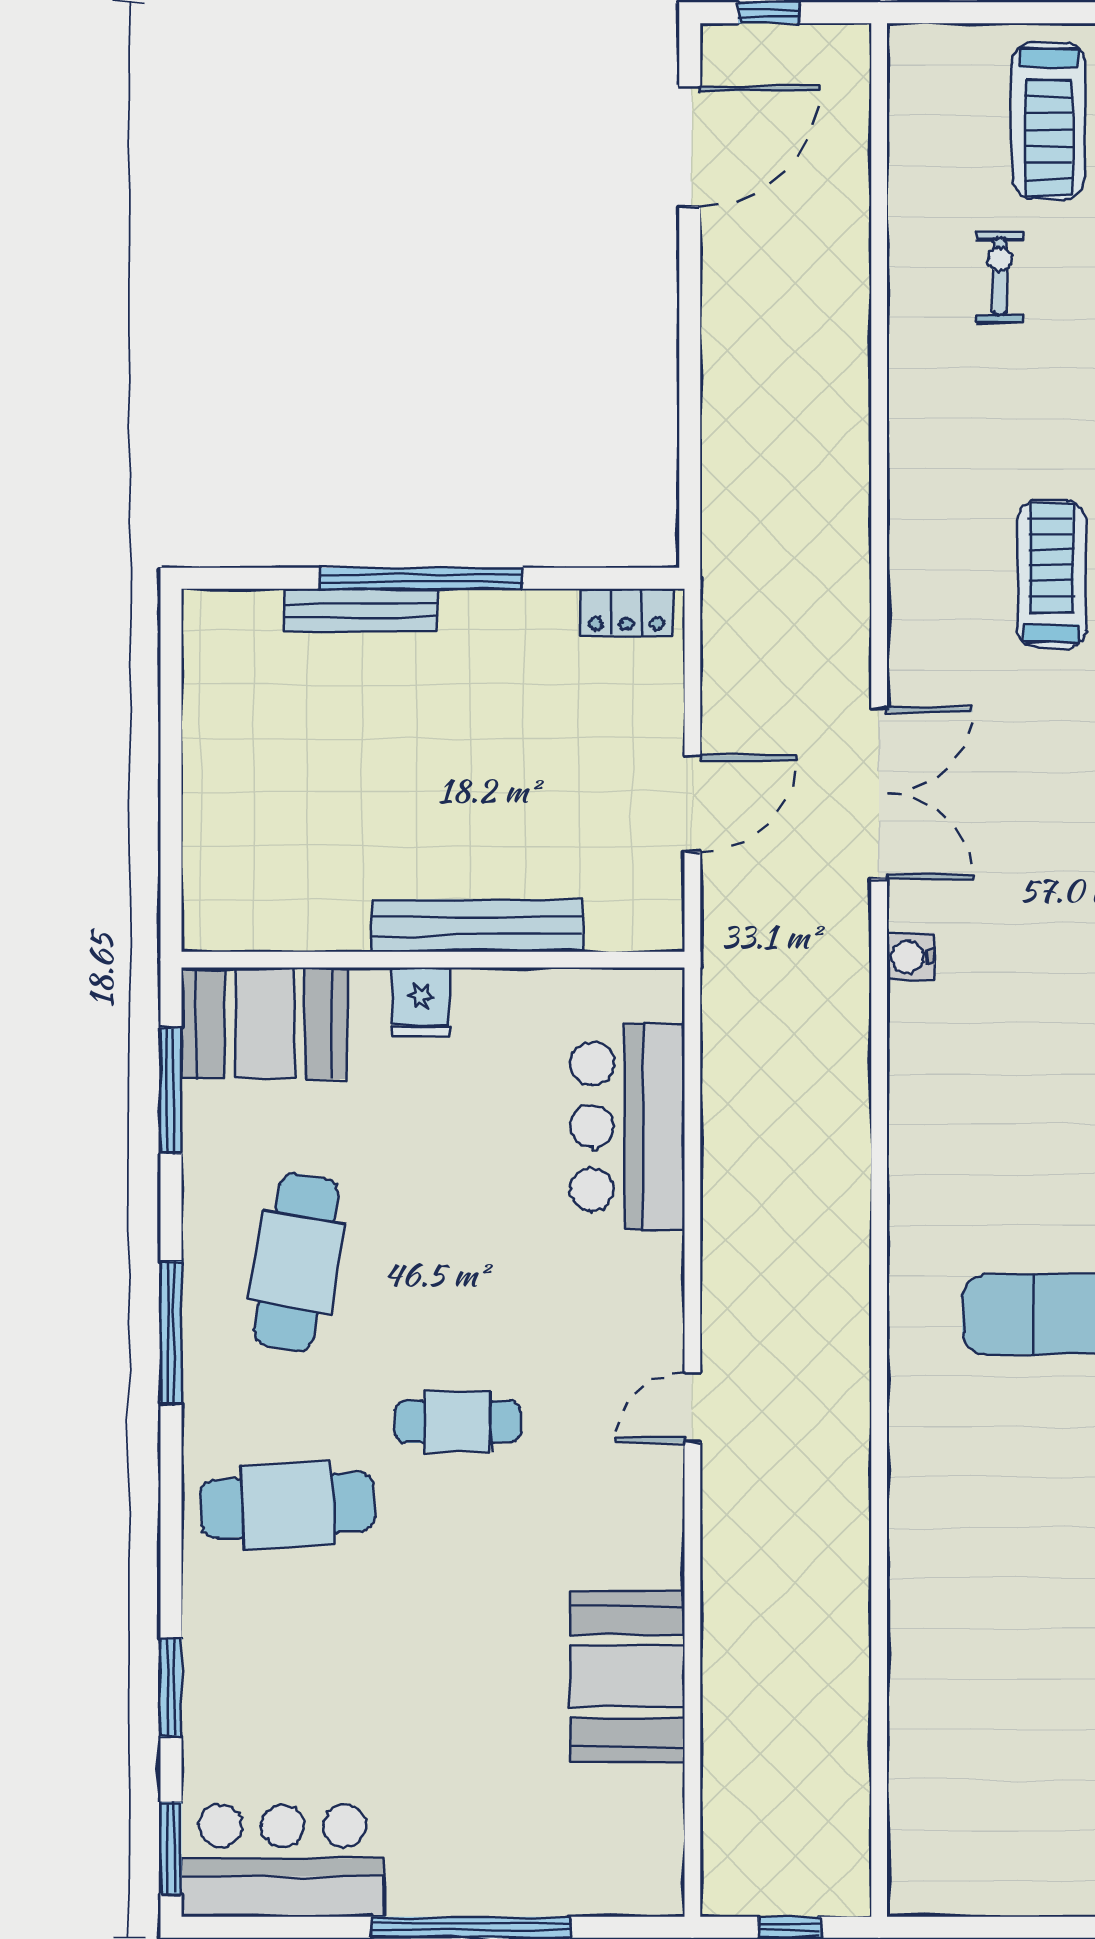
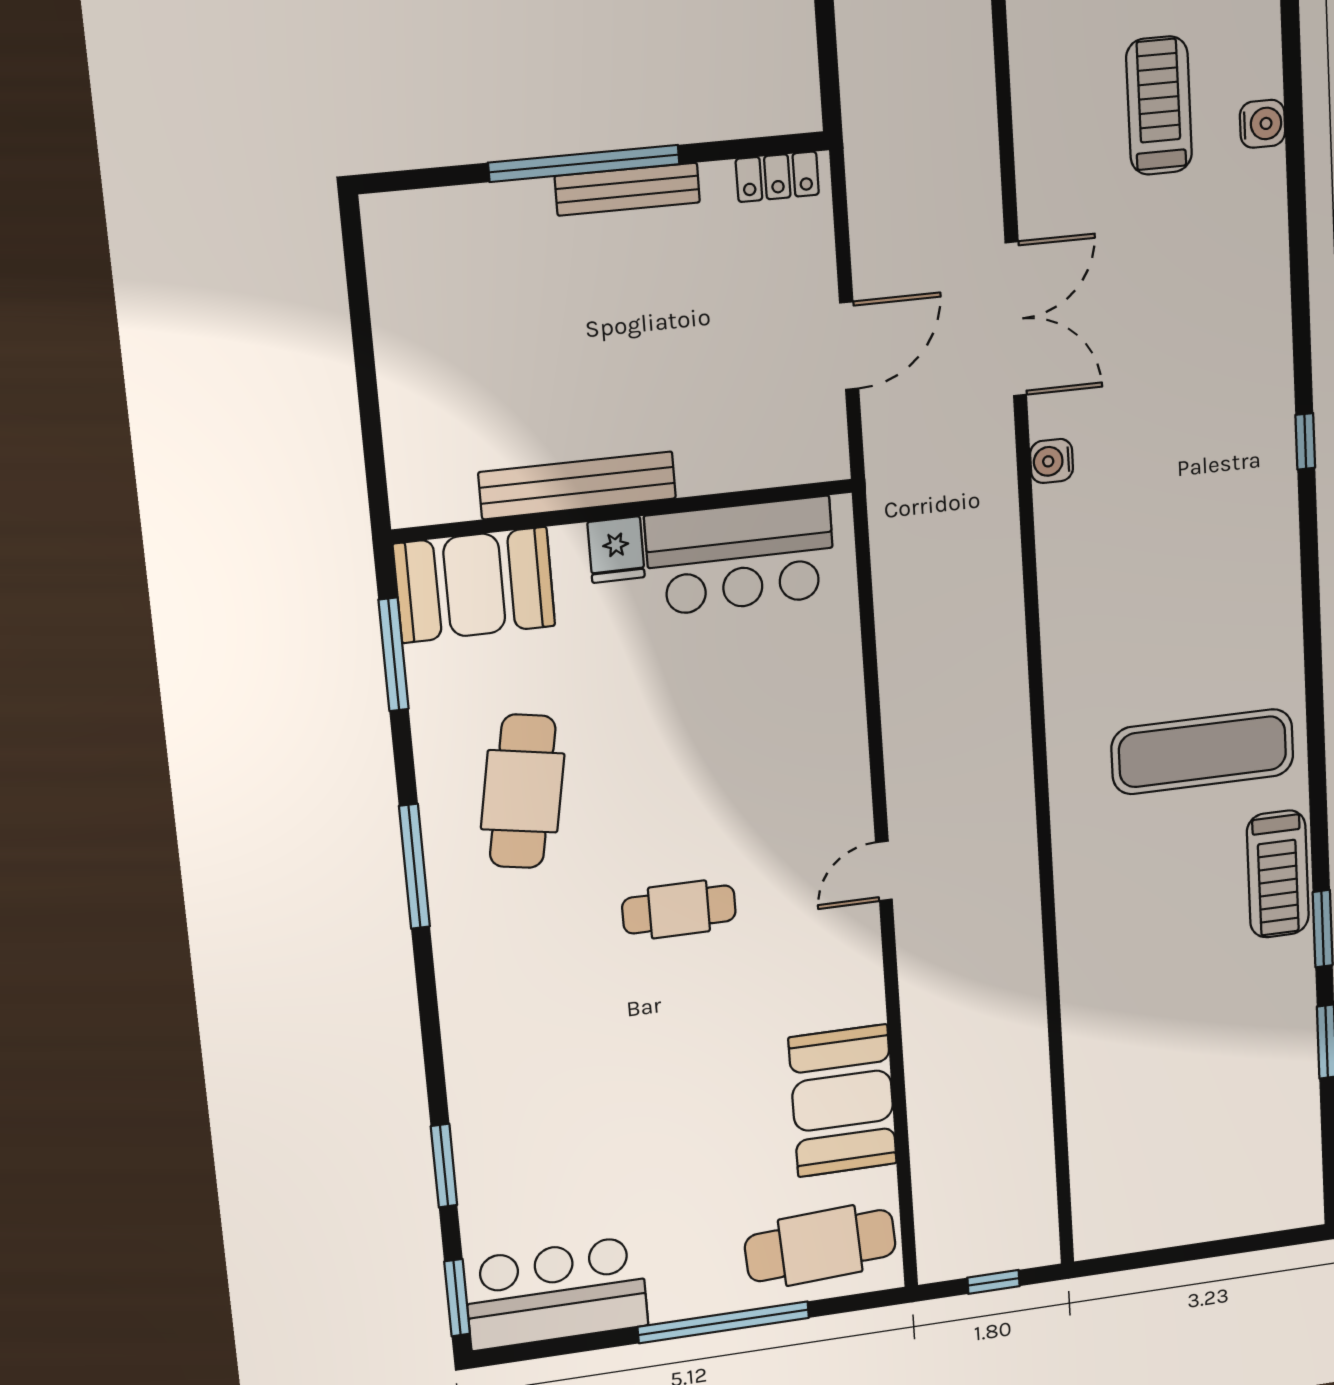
bench: (361, 610) -> (627, 189), moved
bench: (477, 926) -> (577, 485), moved
bar counter: (628, 1126) -> (740, 556), moved, turned -90
cafe table: (287, 1505) -> (820, 1246), moved

